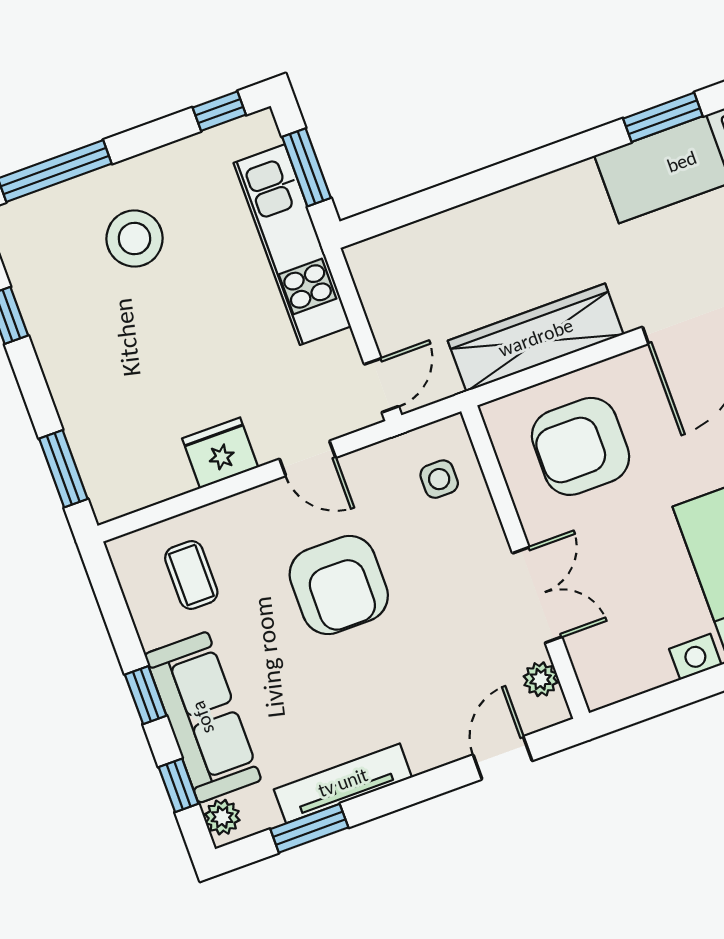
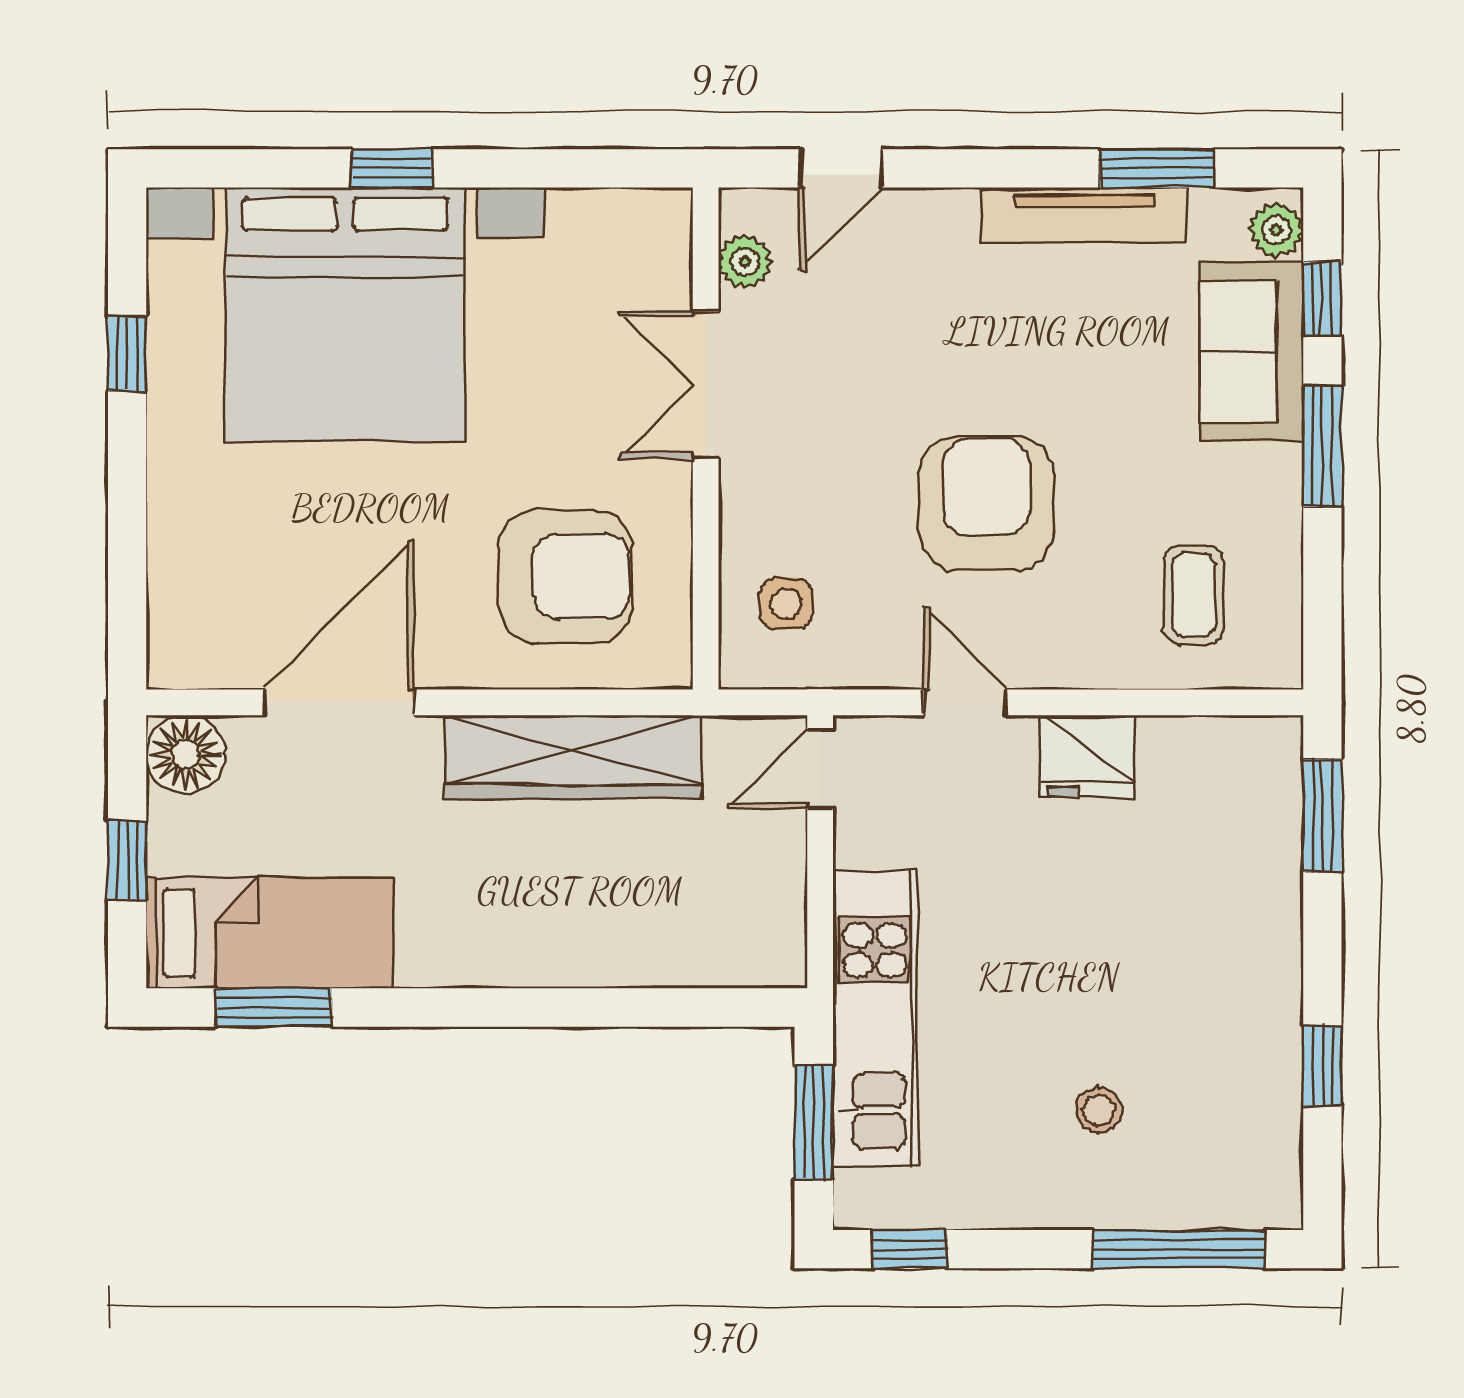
stool: (134, 239) -> (1099, 1110), width x0.53, depth x0.53
window: (146, 695) -> (1322, 446), width x1.50
sofa: (203, 717) -> (1251, 352), width x0.73

